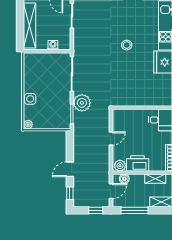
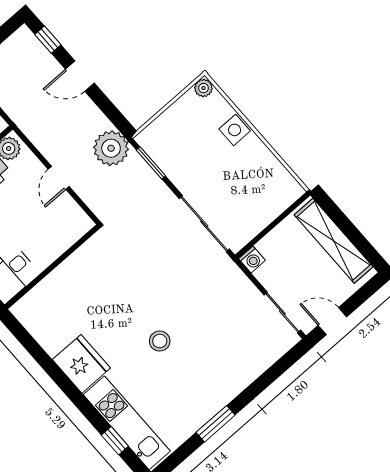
washing machine: (53, 45) -> (252, 259), moved
plant: (82, 103) -> (111, 148), moved
door: (70, 169) -> (80, 76), swing flipped

